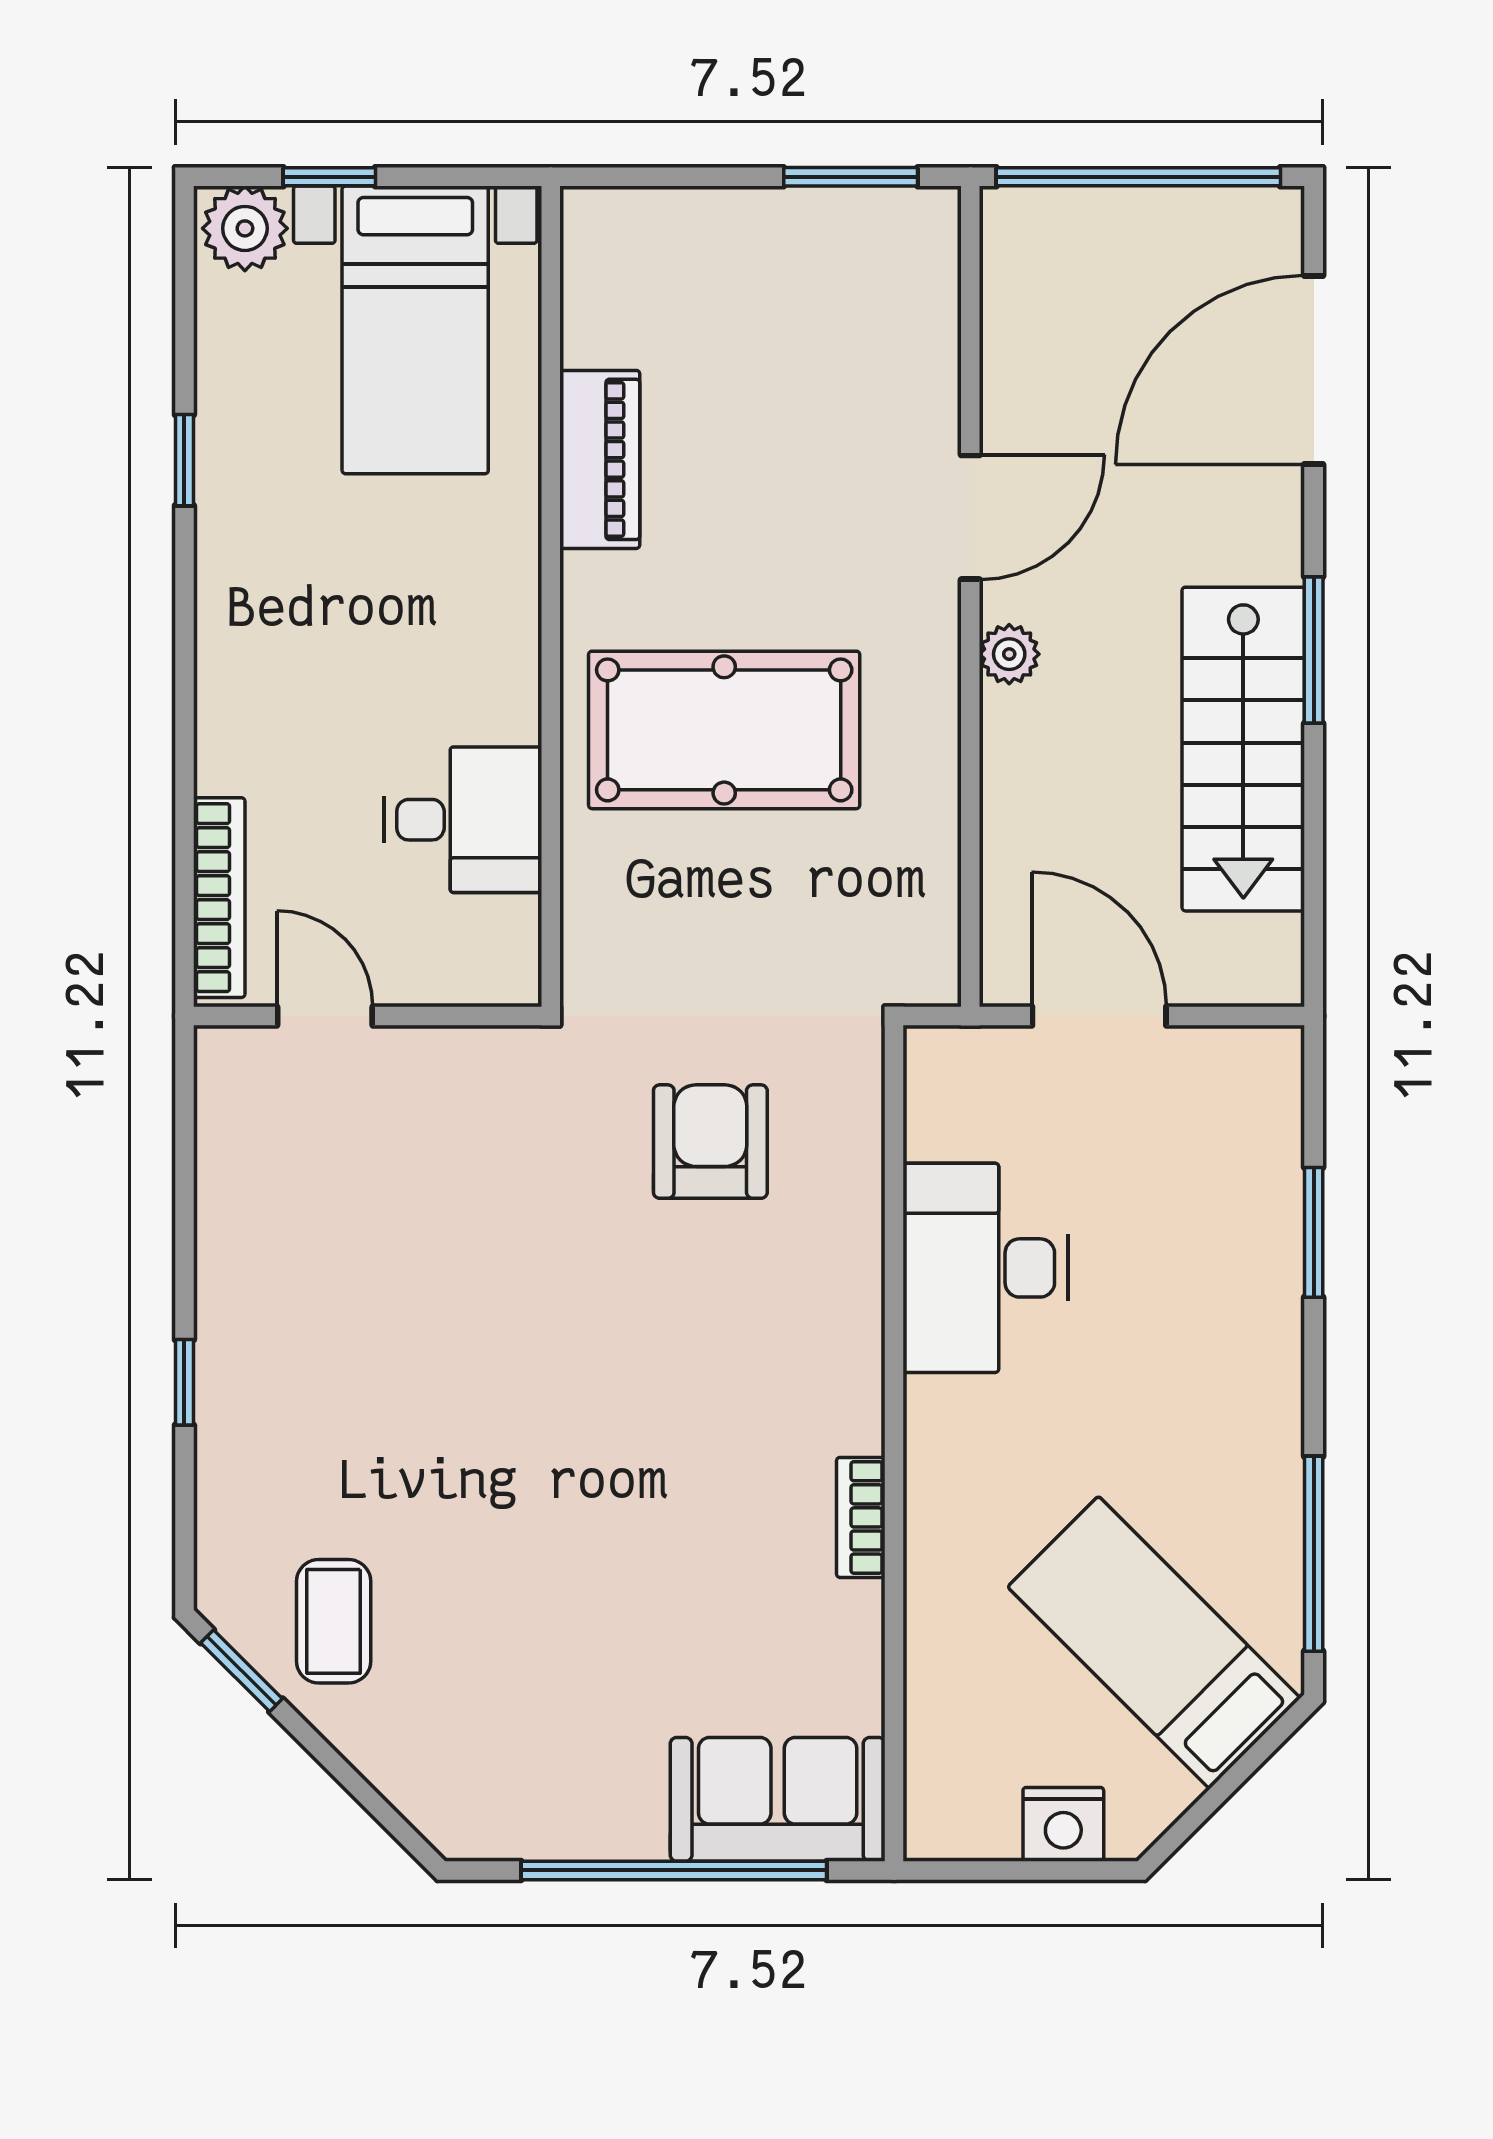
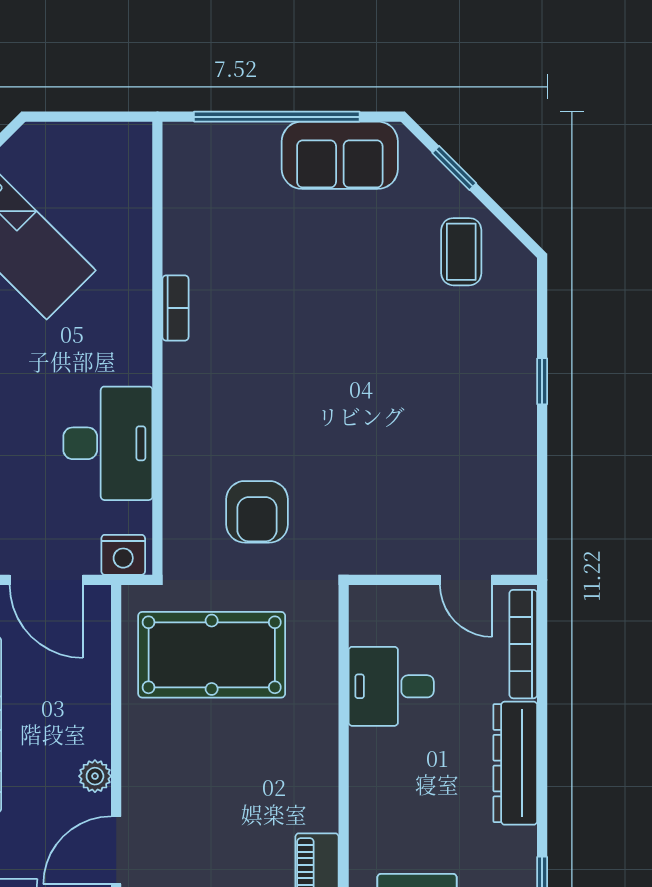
dresser: (234, 678) -> (515, 763), added
pool table: (724, 730) -> (212, 655), moved
window: (242, 1671) -> (454, 168), moved
sofa: (778, 1799) -> (340, 155), moved
nightstand: (1063, 1824) -> (123, 555), moved, turned 180

